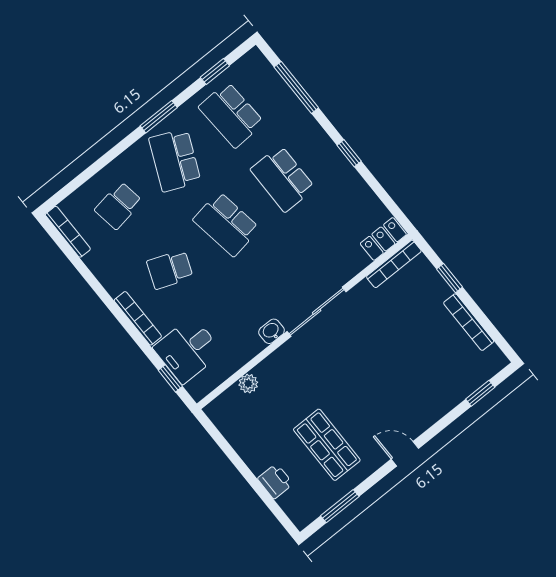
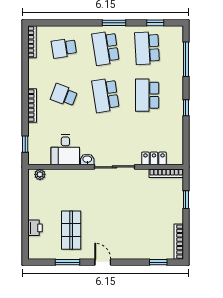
school desk: (175, 160) -> (106, 48), turned -33
locker: (383, 239) -> (154, 158), moved
bookcase: (469, 322) -> (179, 242), moved
desk: (188, 350) -> (65, 150), moved, turned -90
plant: (248, 384) -> (40, 174), moved
window: (340, 506) -> (67, 262), moved

